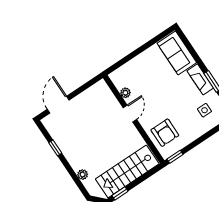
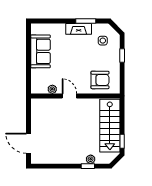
sofa: (177, 53) -> (40, 51), moved, turned -90
window: (55, 148) -> (88, 166), moved
window: (175, 157) -> (122, 56), moved

